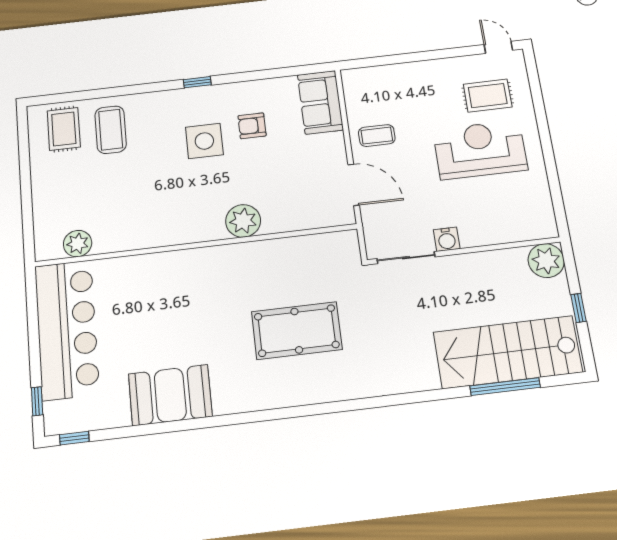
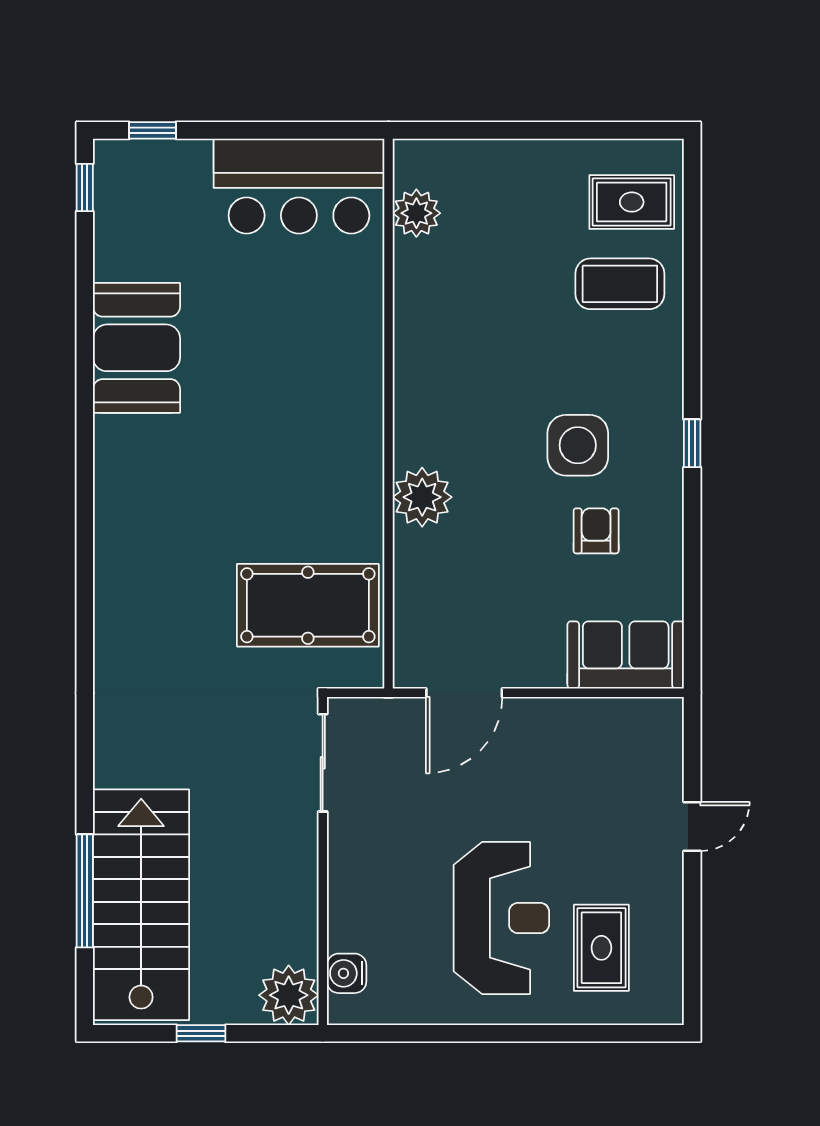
door: (498, 47) -> (692, 826), moved
coffee table: (377, 136) -> (550, 745), removed
water cooler: (447, 239) -> (347, 973), moved
bar counter: (67, 329) -> (299, 186), width x0.73
pool table: (297, 331) -> (308, 605), moved, turned 90

